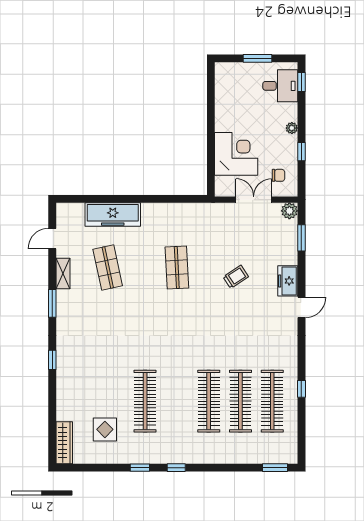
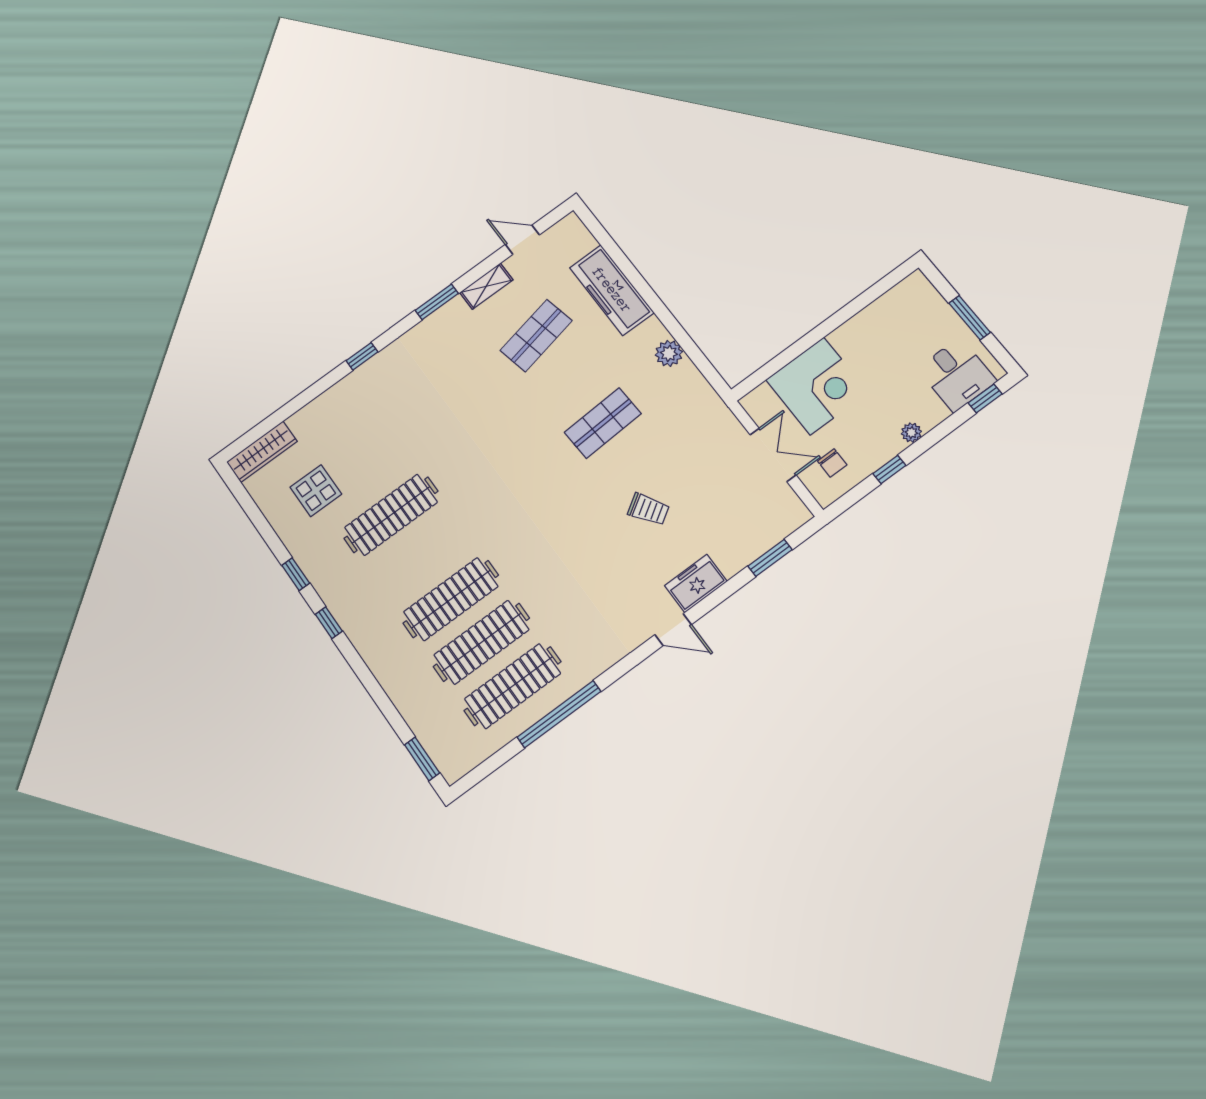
plant: (289, 211) -> (669, 353), moved
window: (301, 389) -> (559, 714), width x3.17

